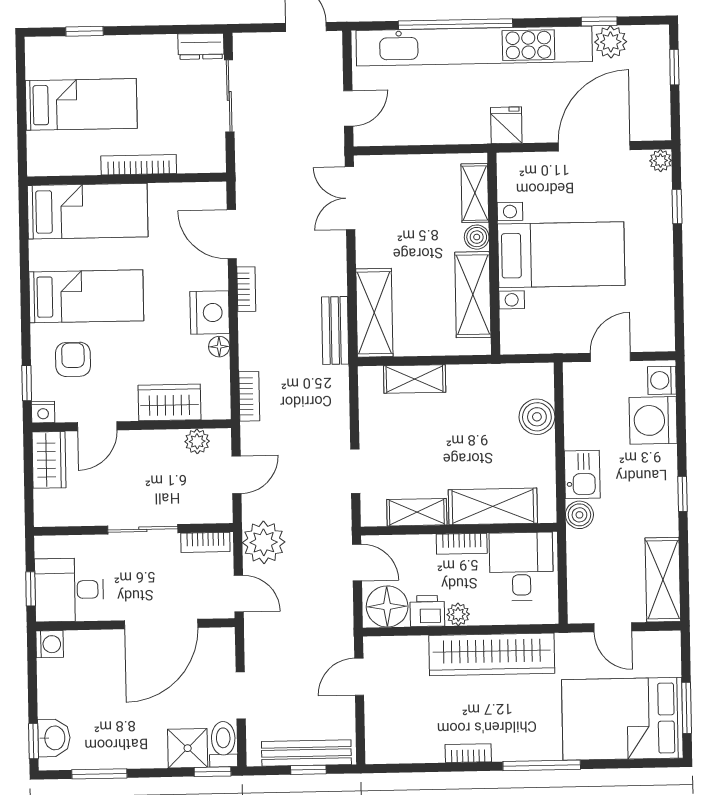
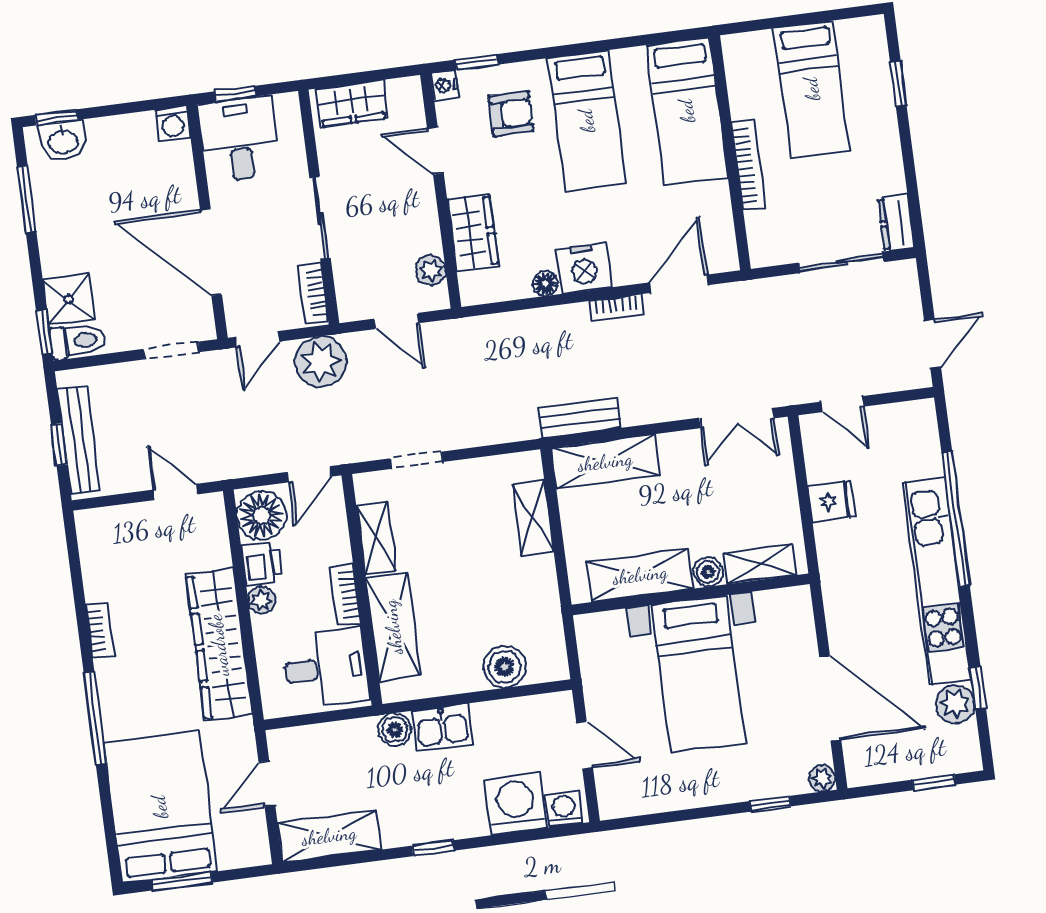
kitchen unit: (474, 46) -> (937, 581), width x0.73
fridge: (506, 125) -> (831, 501), moved
double door: (350, 198) -> (737, 418), swing flipped
bookcase: (249, 396) -> (491, 326), removed
wardrobe: (49, 460) -> (352, 103), moved
doorway: (241, 695) -> (171, 351), moved

